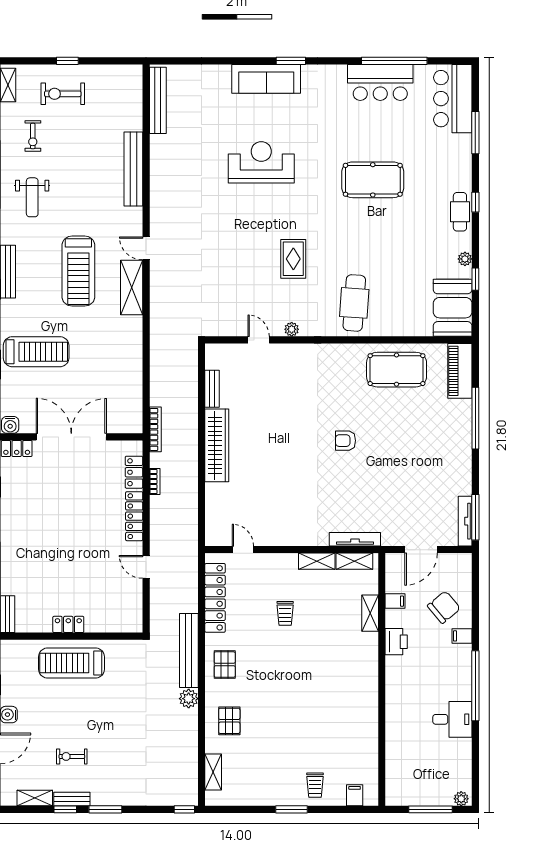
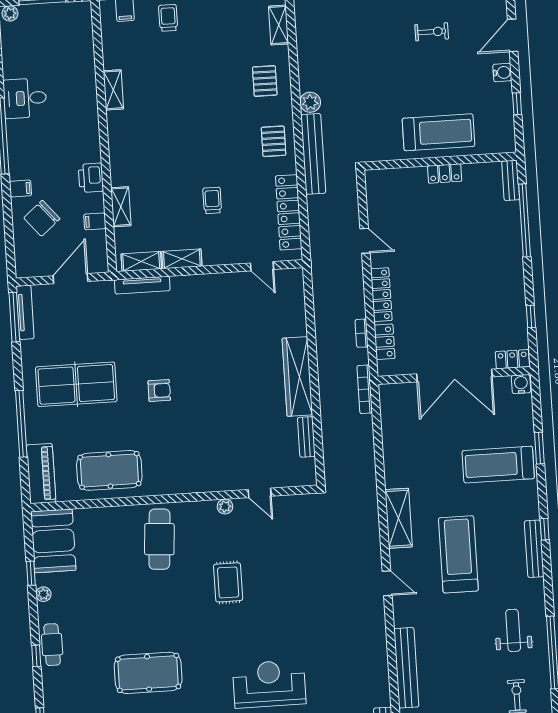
reception desk: (261, 162) -> (269, 684), turned 180
shelving: (132, 287) -> (399, 518), moved
table tennis table: (422, 451) -> (76, 384), added
shelving: (370, 722) -> (113, 90), added

